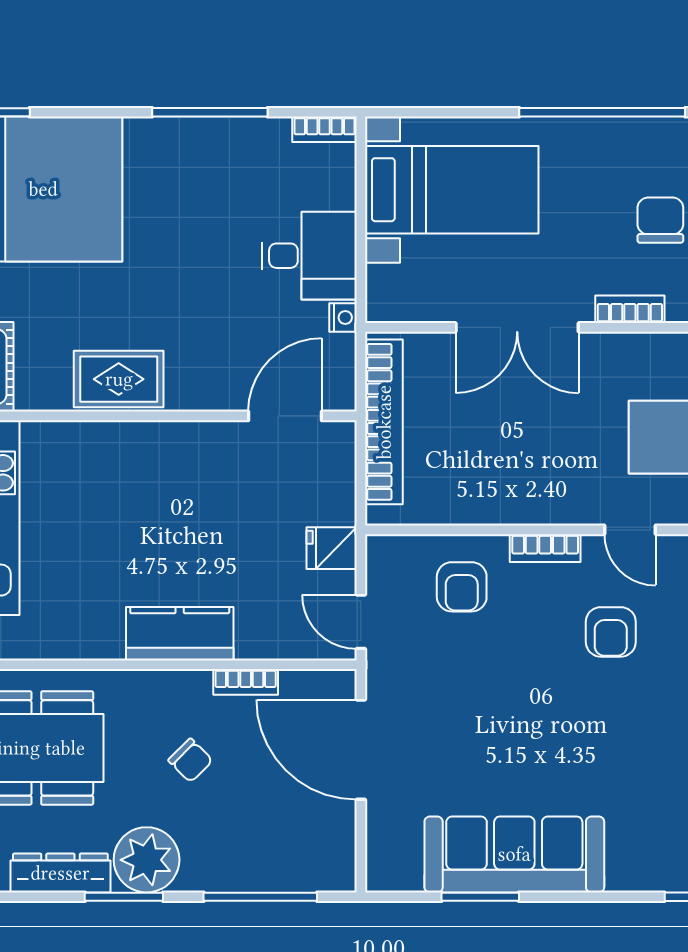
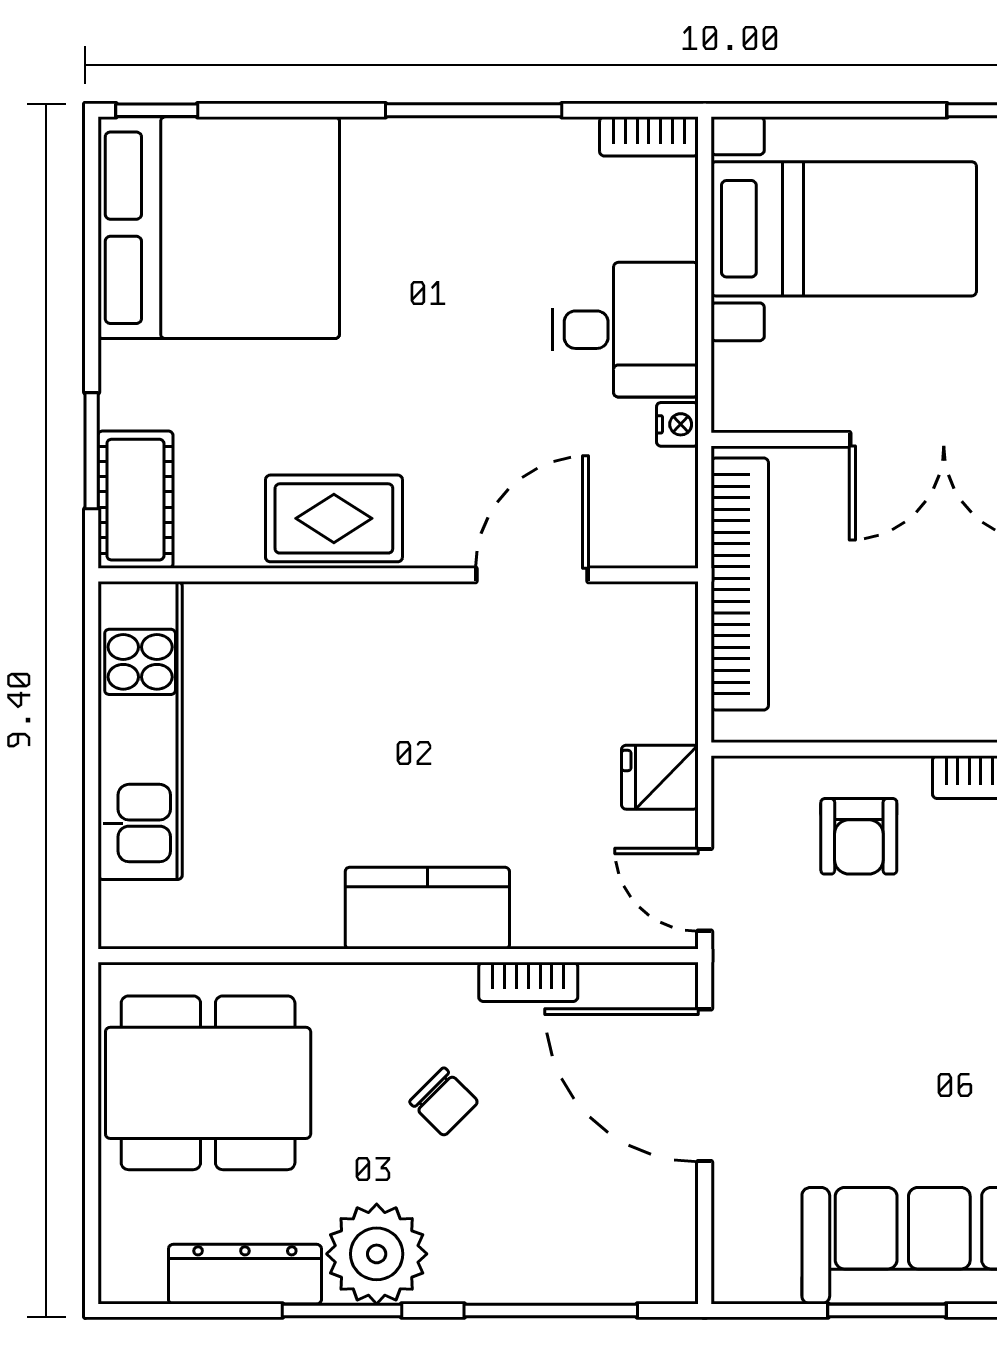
door: (285, 416) -> (532, 575), moved

